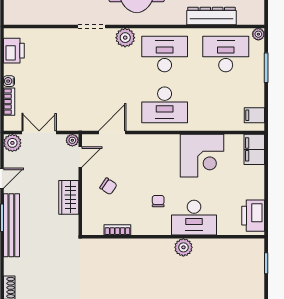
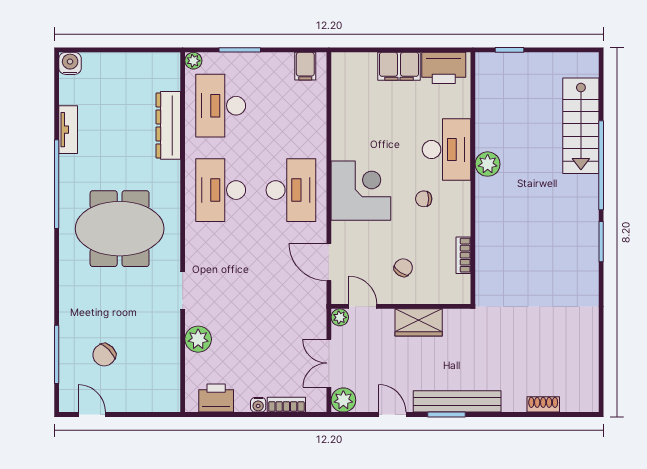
plant: (125, 38) -> (198, 339), moved
filing cabinet: (254, 149) -> (399, 66), moved
corner desk: (202, 156) -> (361, 191), moved

